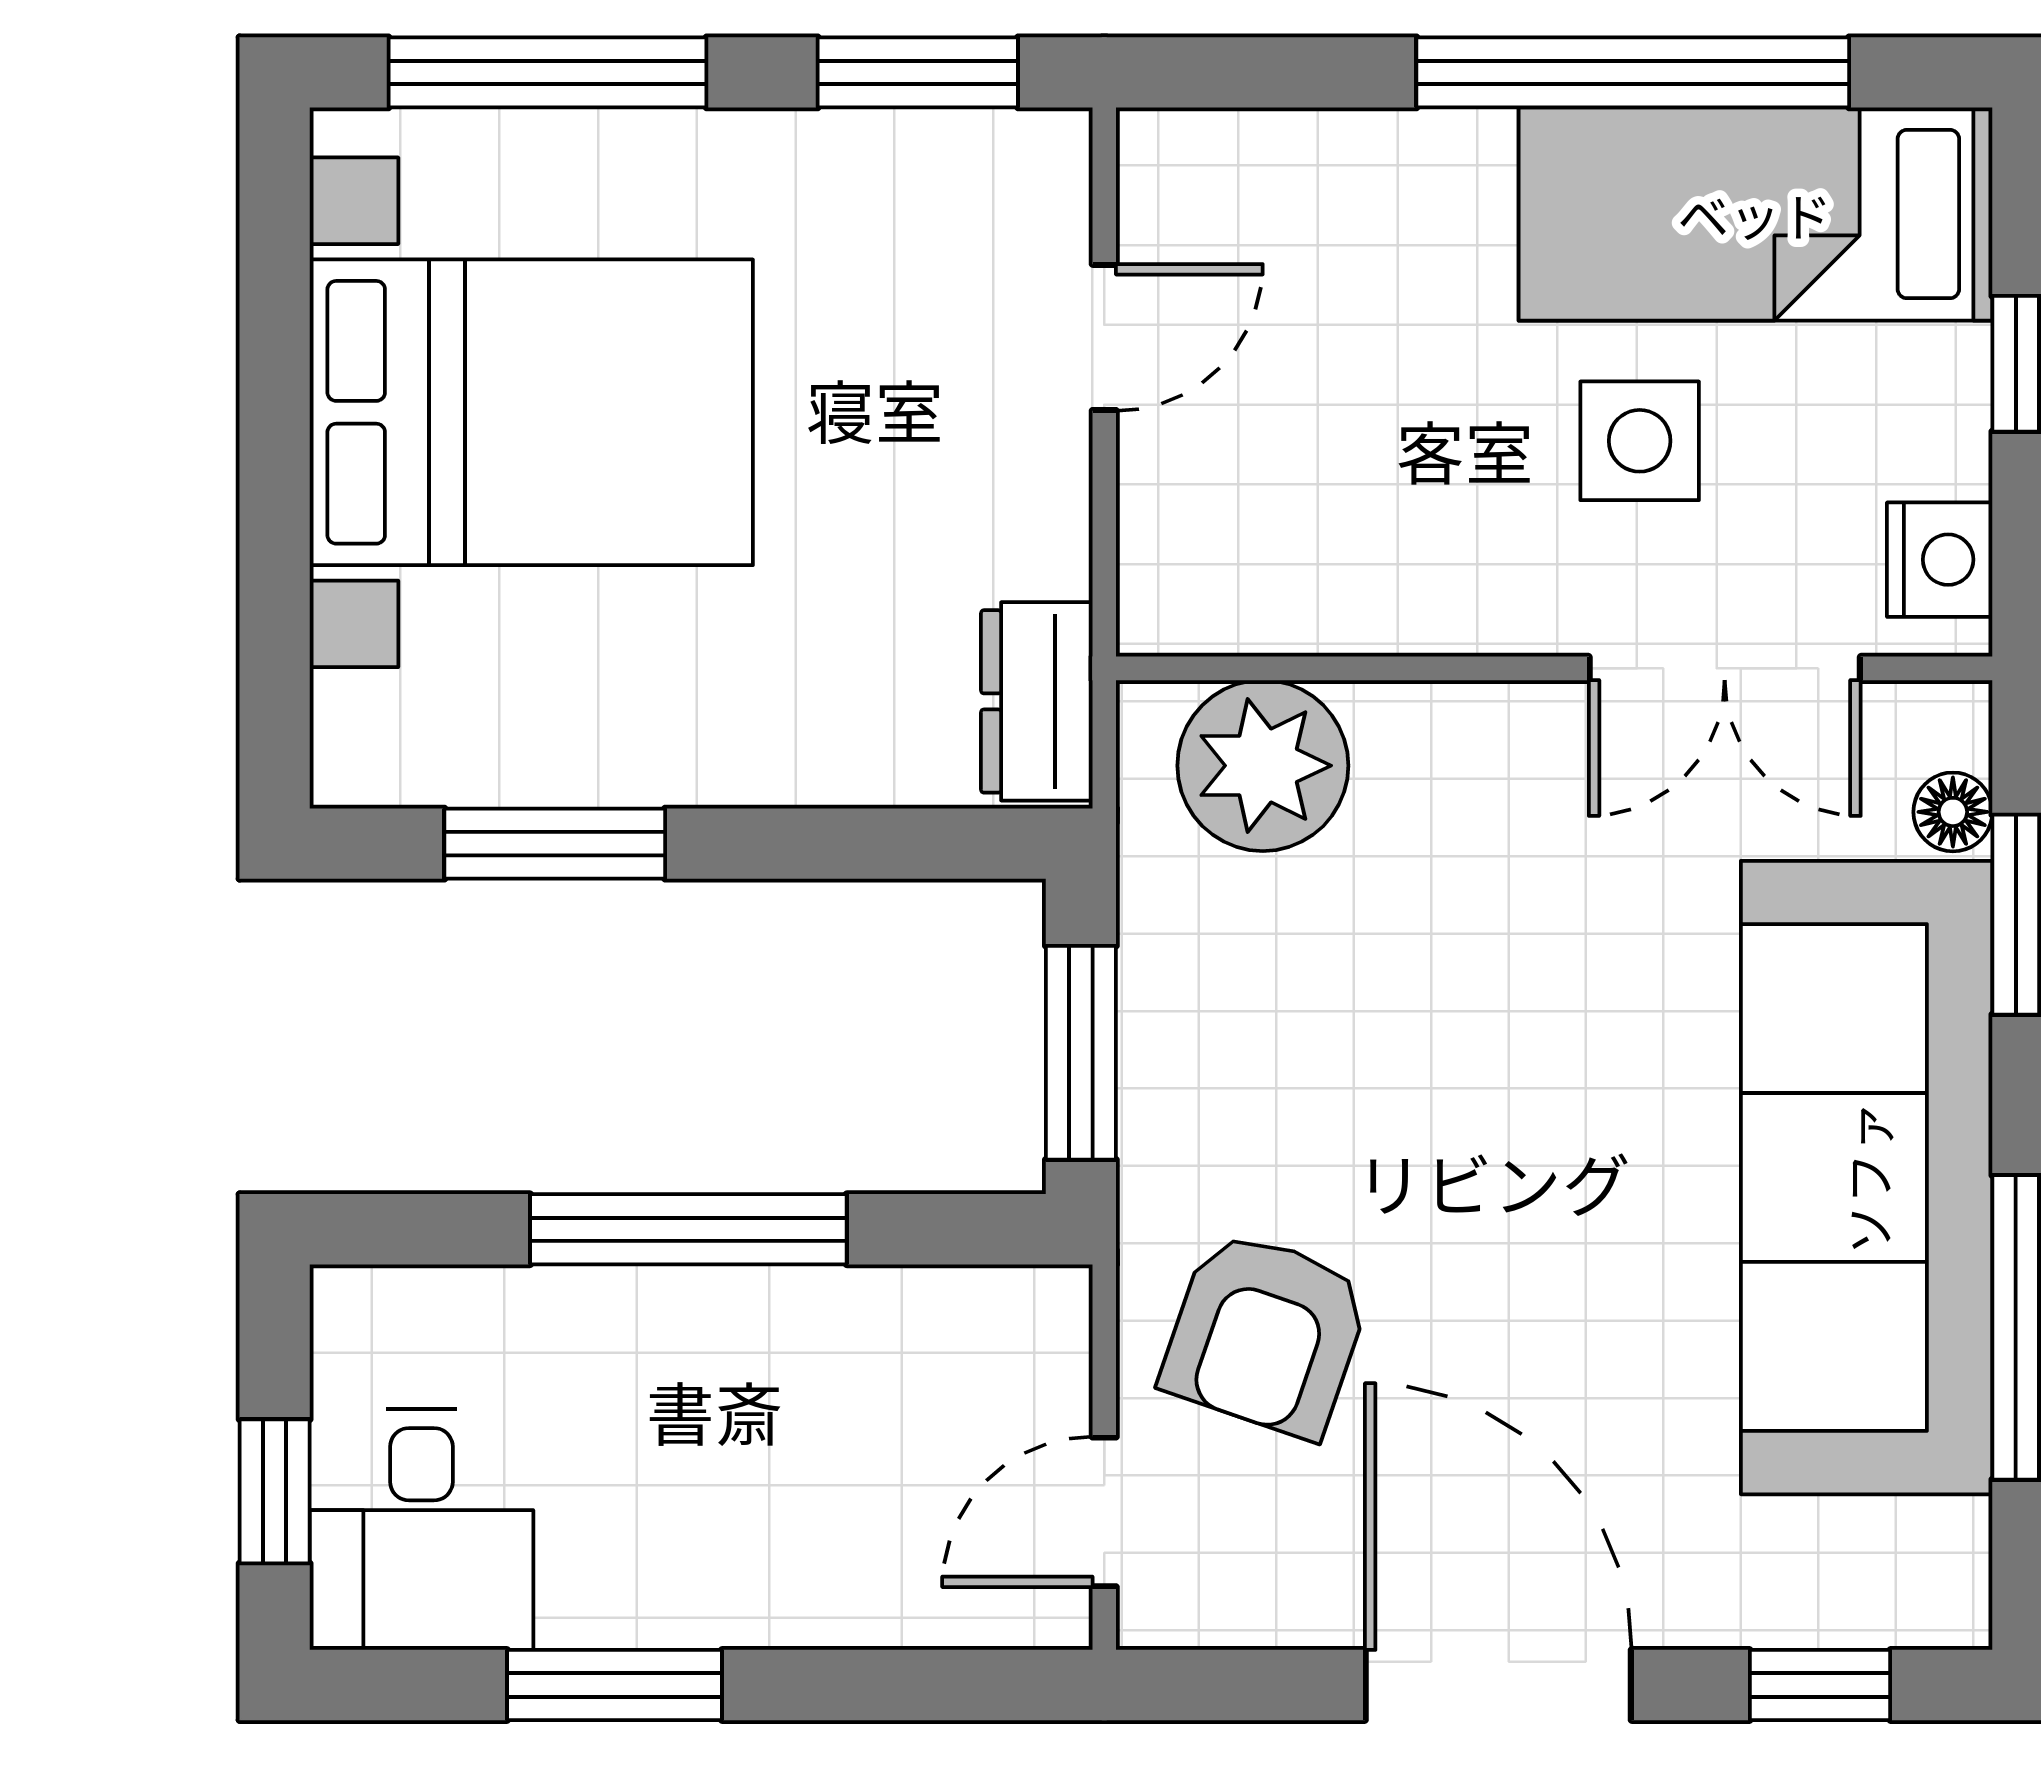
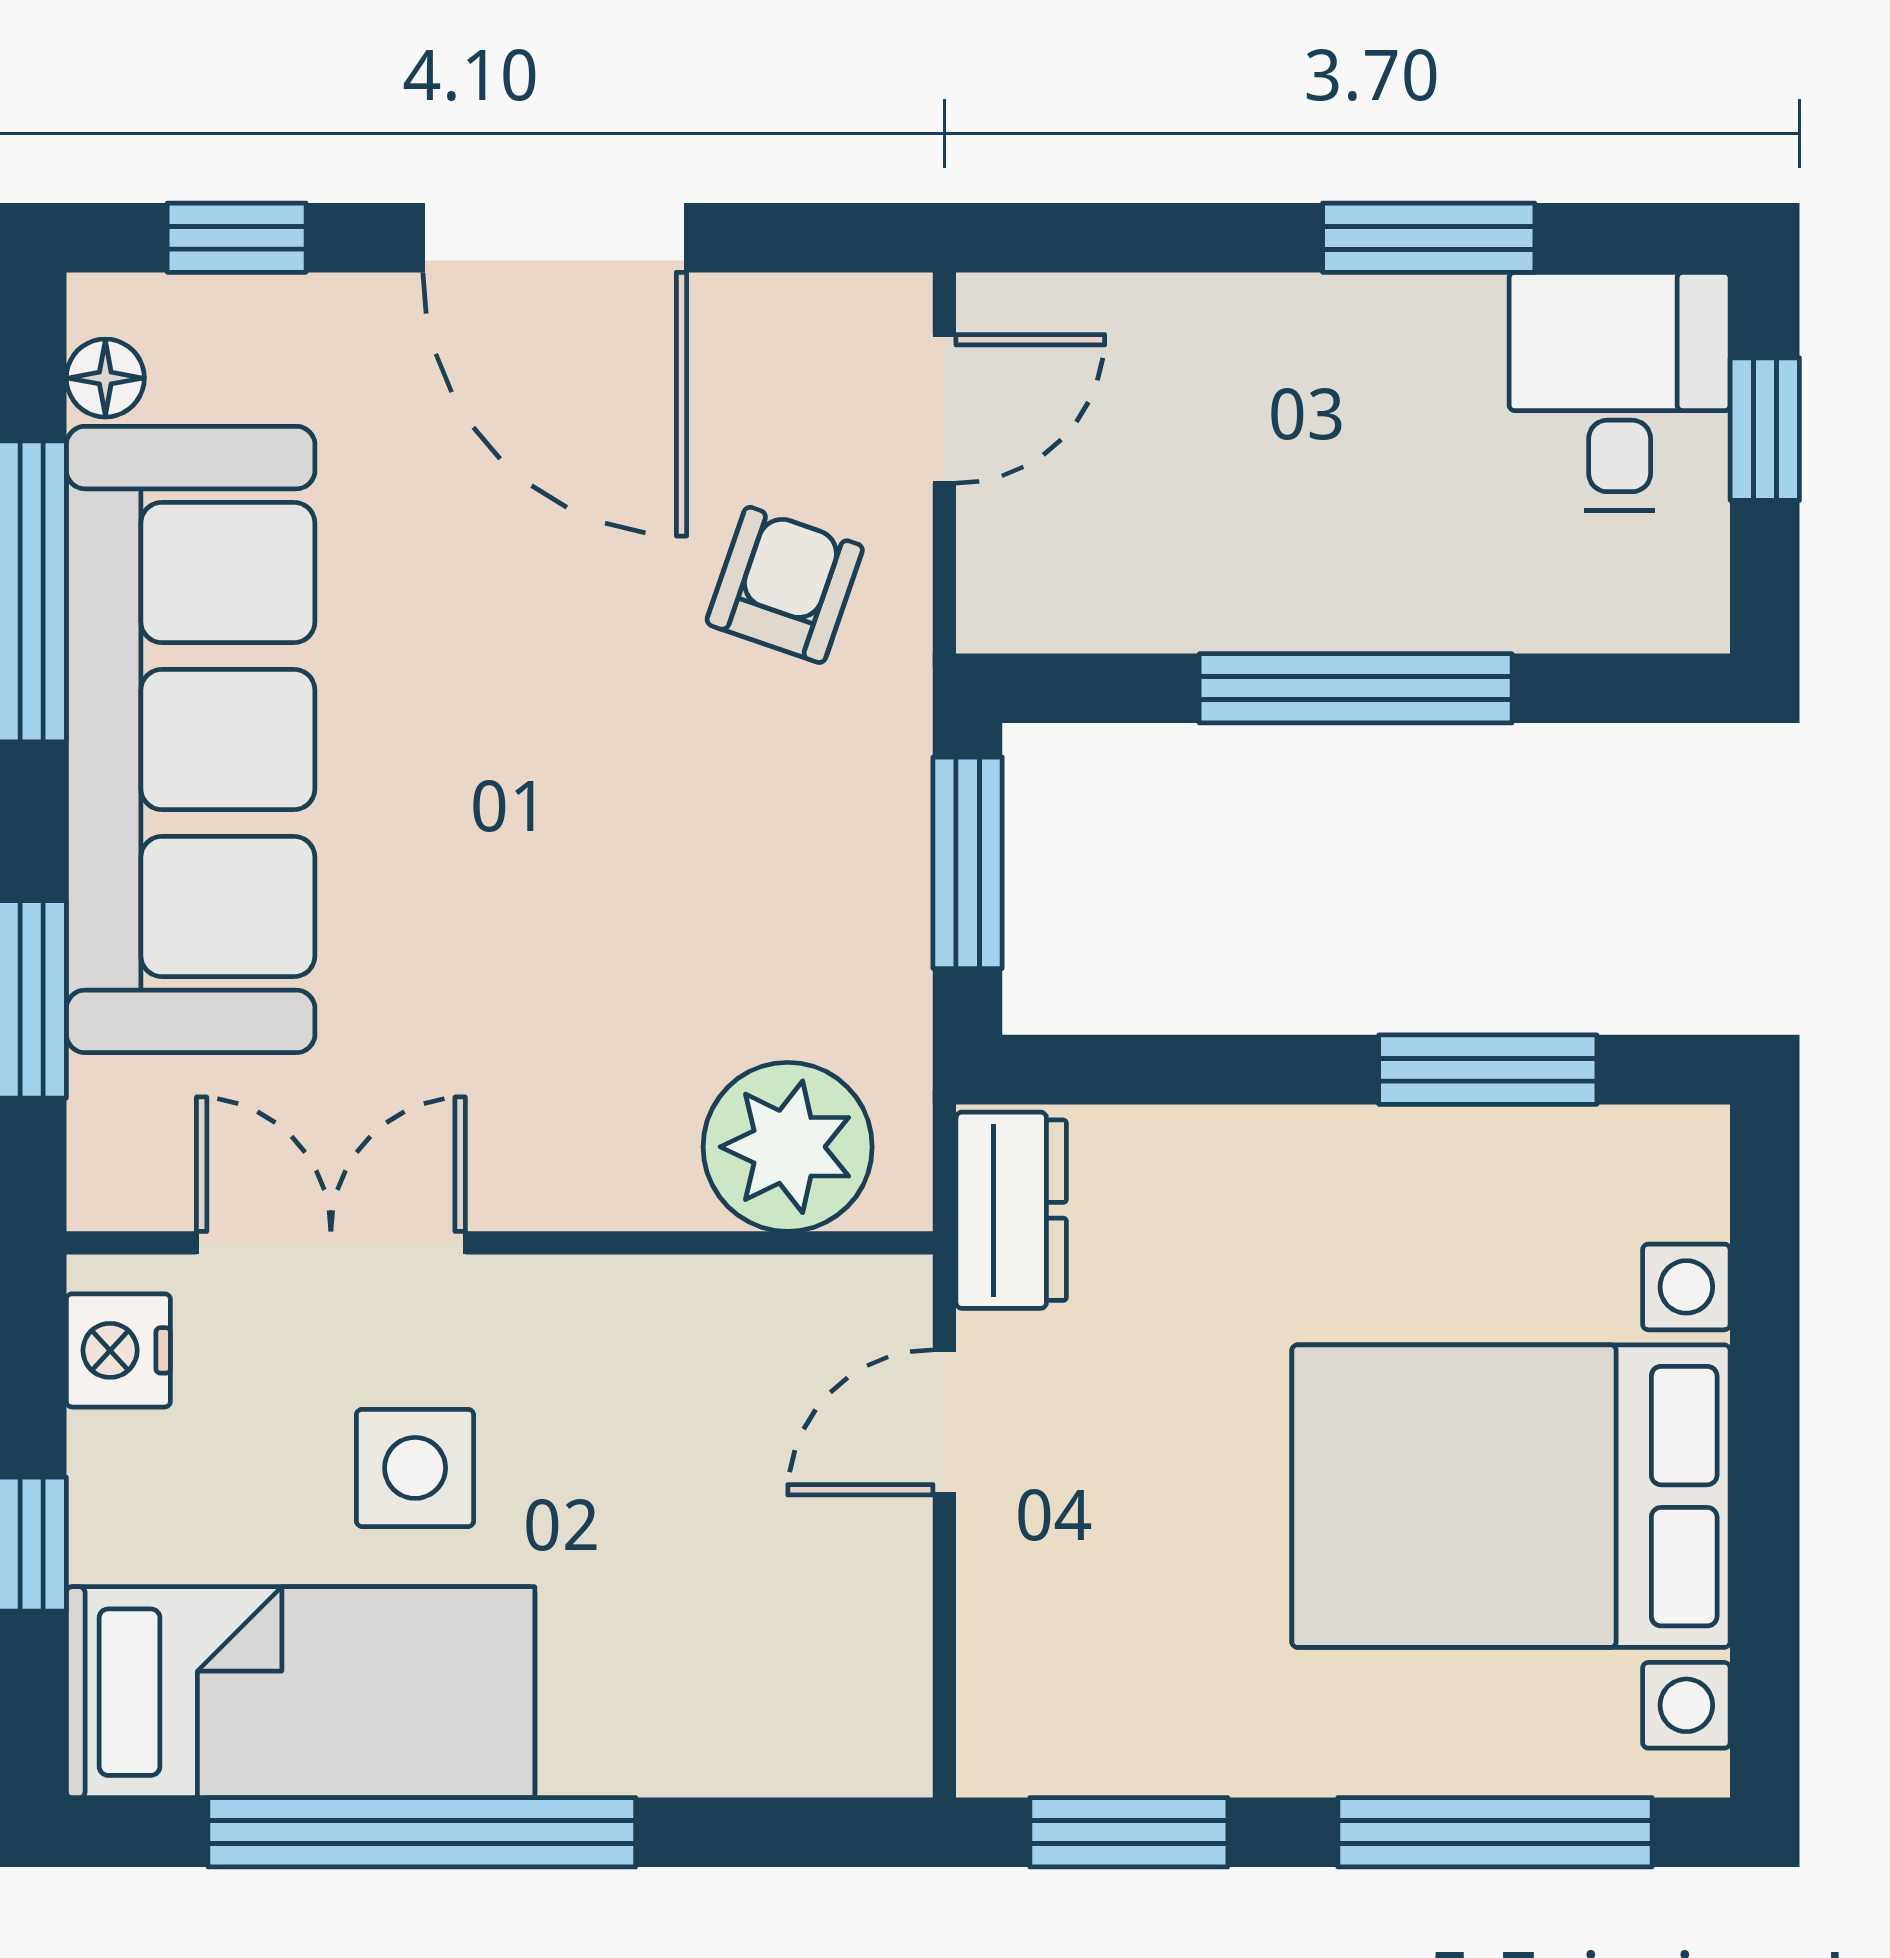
door: (1104, 337) -> (944, 1422), moved
floor lamp: (1953, 812) -> (105, 378), moved
armchair: (1266, 1334) -> (785, 585), width x0.72, depth x0.72

